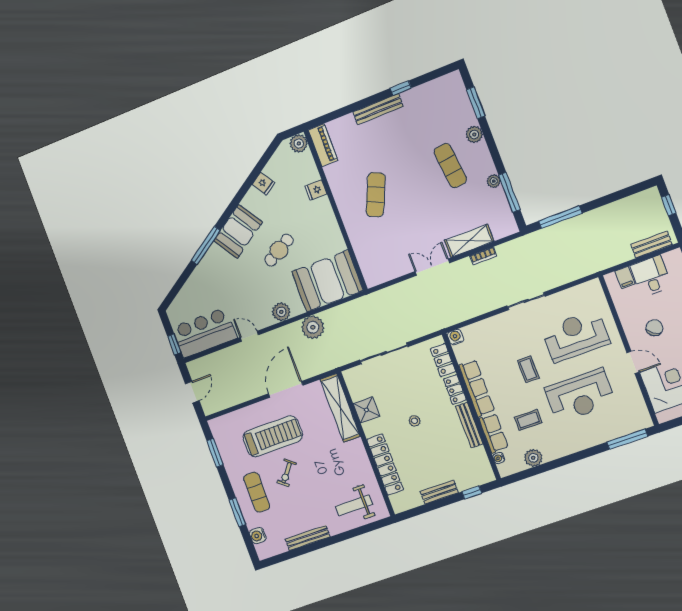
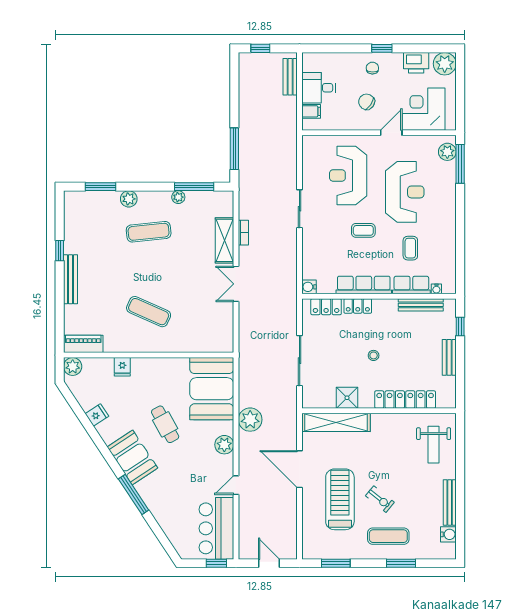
bench: (469, 425) -> (421, 305), moved
plant: (533, 458) -> (447, 152), moved
water cooler: (258, 536) -> (448, 534), moved, turned -90

